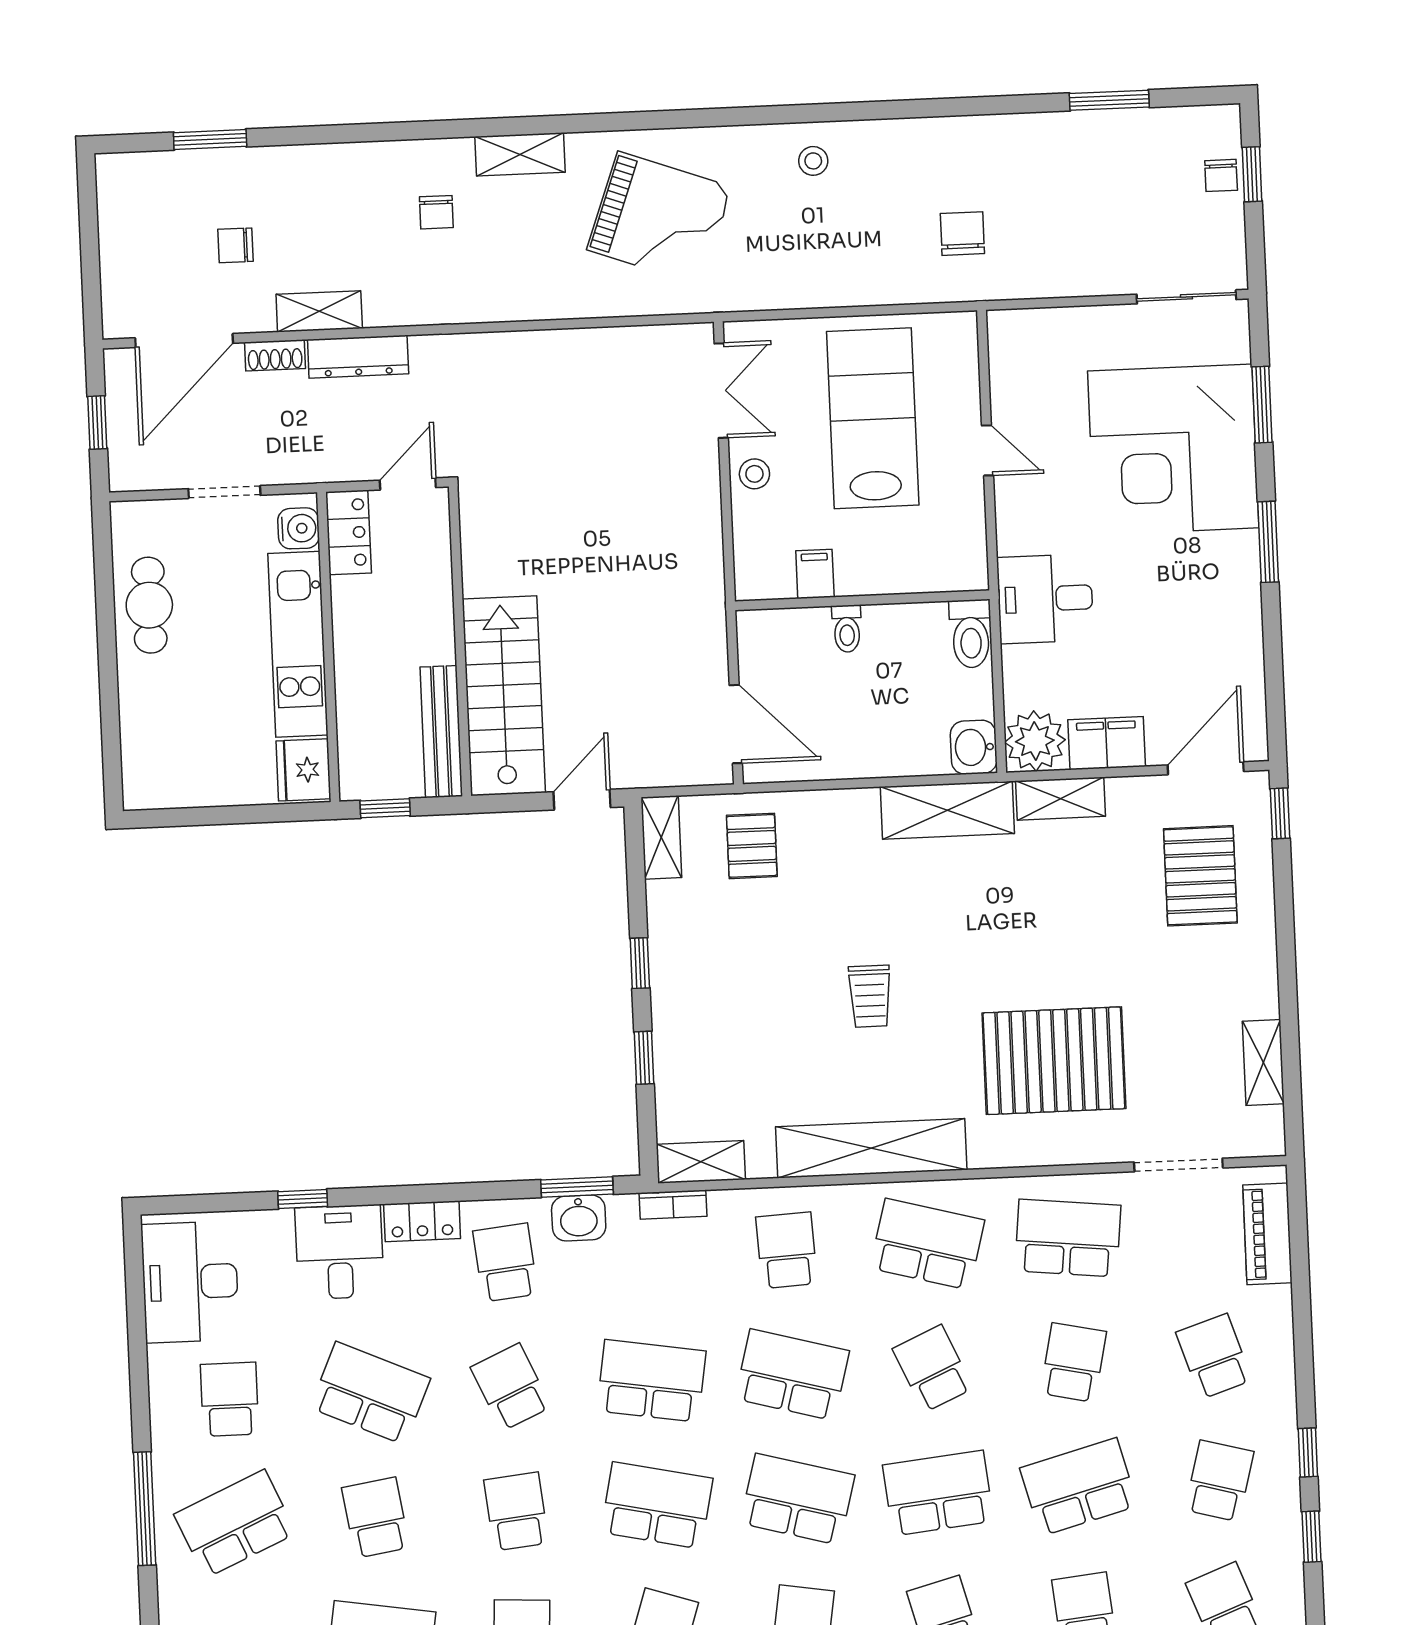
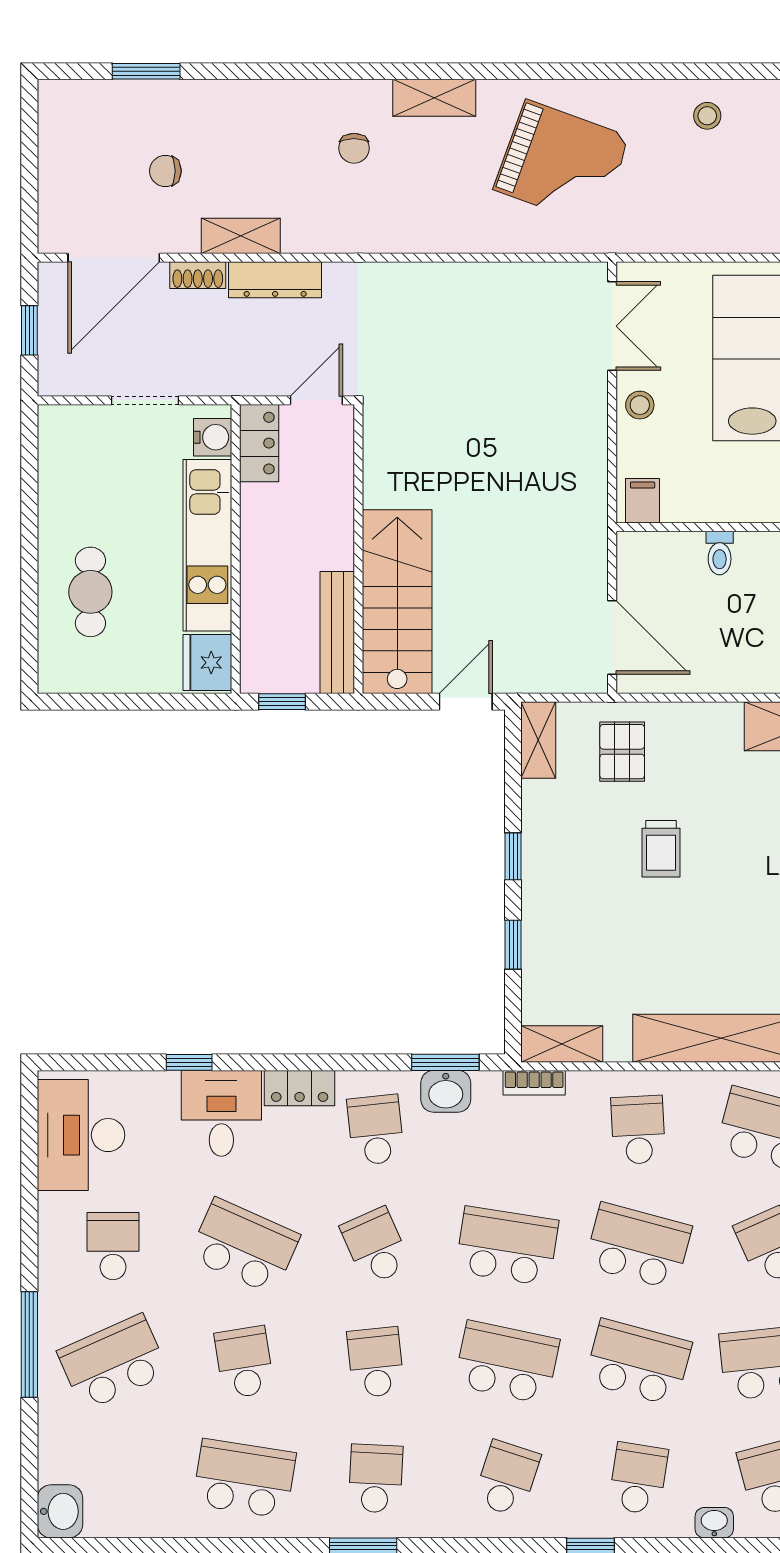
filing cabinet: (815, 574) -> (643, 501), moved
cafe table: (149, 605) -> (90, 592), moved
trolley: (870, 996) -> (661, 849), moved

